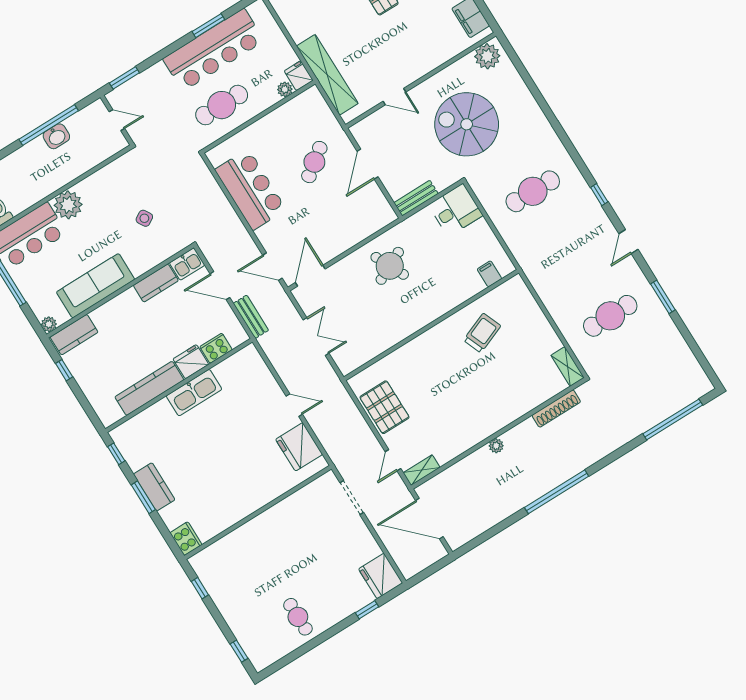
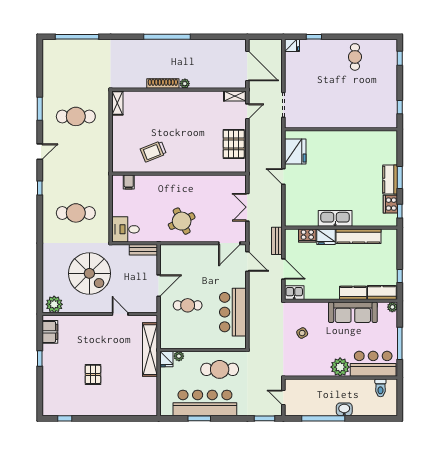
washbasin: (56, 136) -> (344, 409), moved
cafe table: (314, 162) -> (188, 305), turned 37
kitchen counter: (156, 283) -> (353, 293), moved
shoe rack: (556, 409) -> (163, 83), moved
cooker: (186, 539) -> (390, 204), moved
fridge: (381, 576) -> (292, 45), width x0.53, depth x0.75

